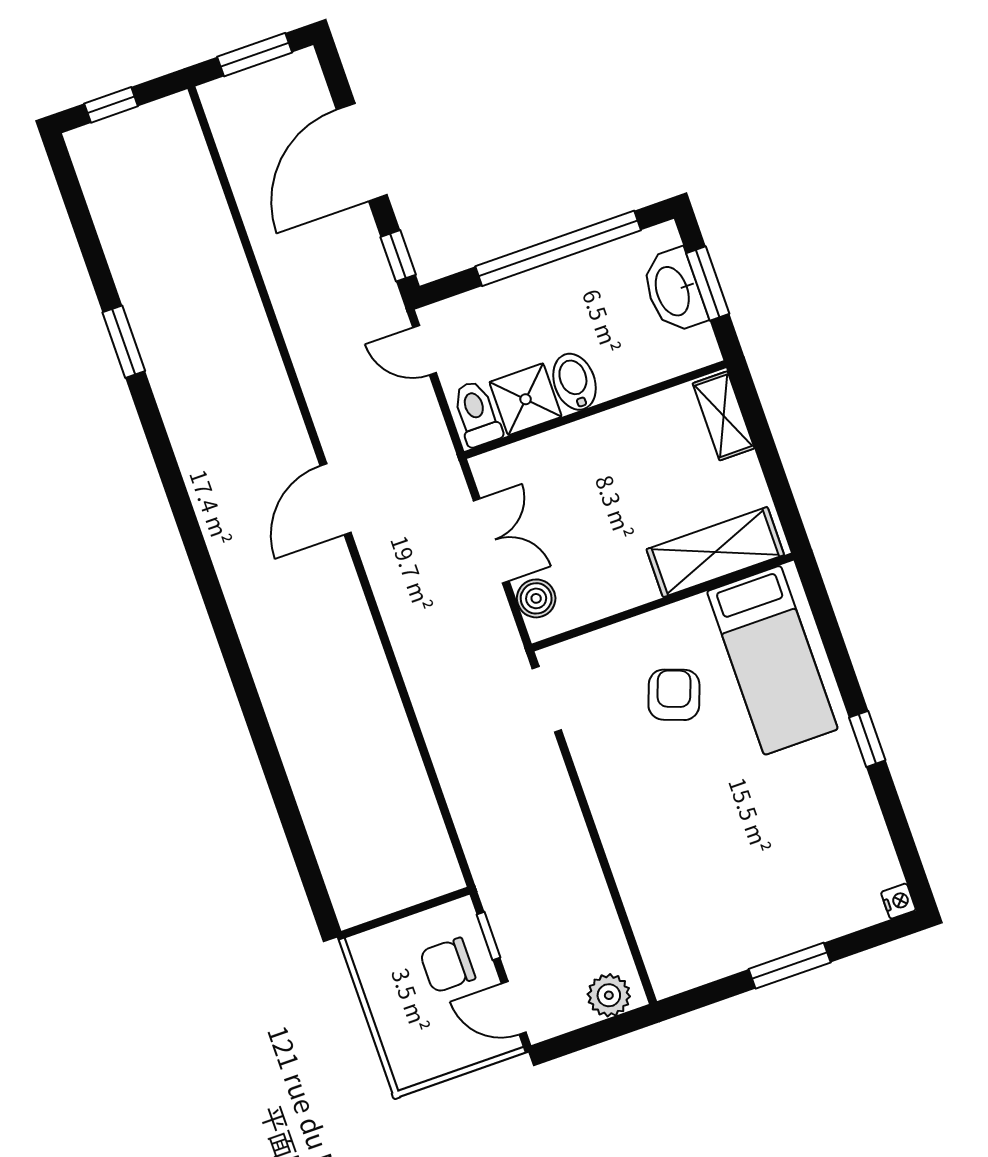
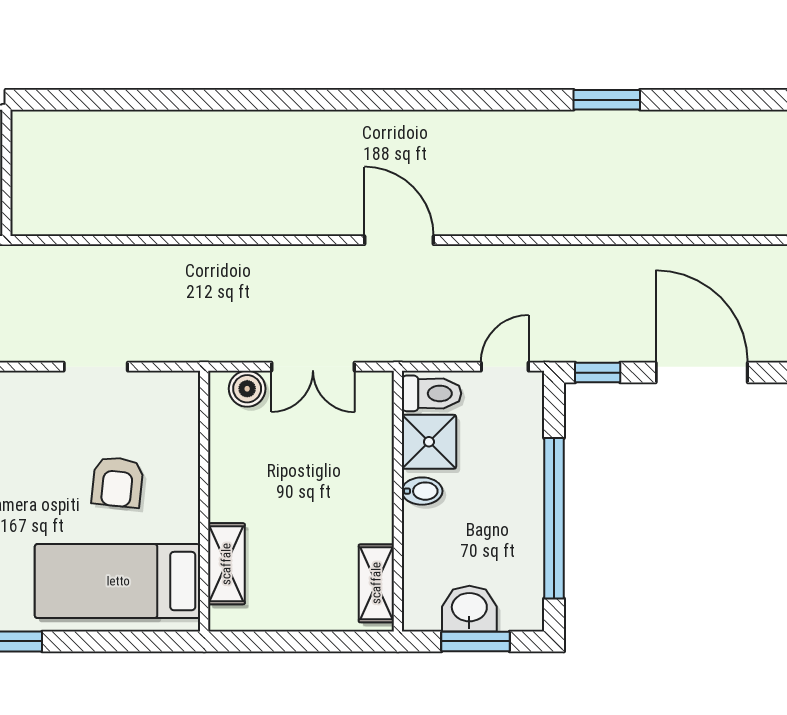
washbasin: (674, 291) -> (469, 609), width x0.72
bidet: (574, 382) -> (422, 491), width x0.72, depth x0.74
shelving: (724, 416) -> (376, 583), moved, turned 90
shelving: (715, 552) -> (226, 564), width x0.67, depth x0.75
armchair: (674, 695) -> (117, 482), turned 76
doorway: (547, 699) -> (96, 367), moved

